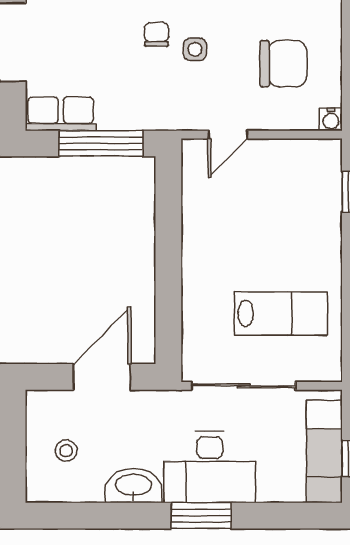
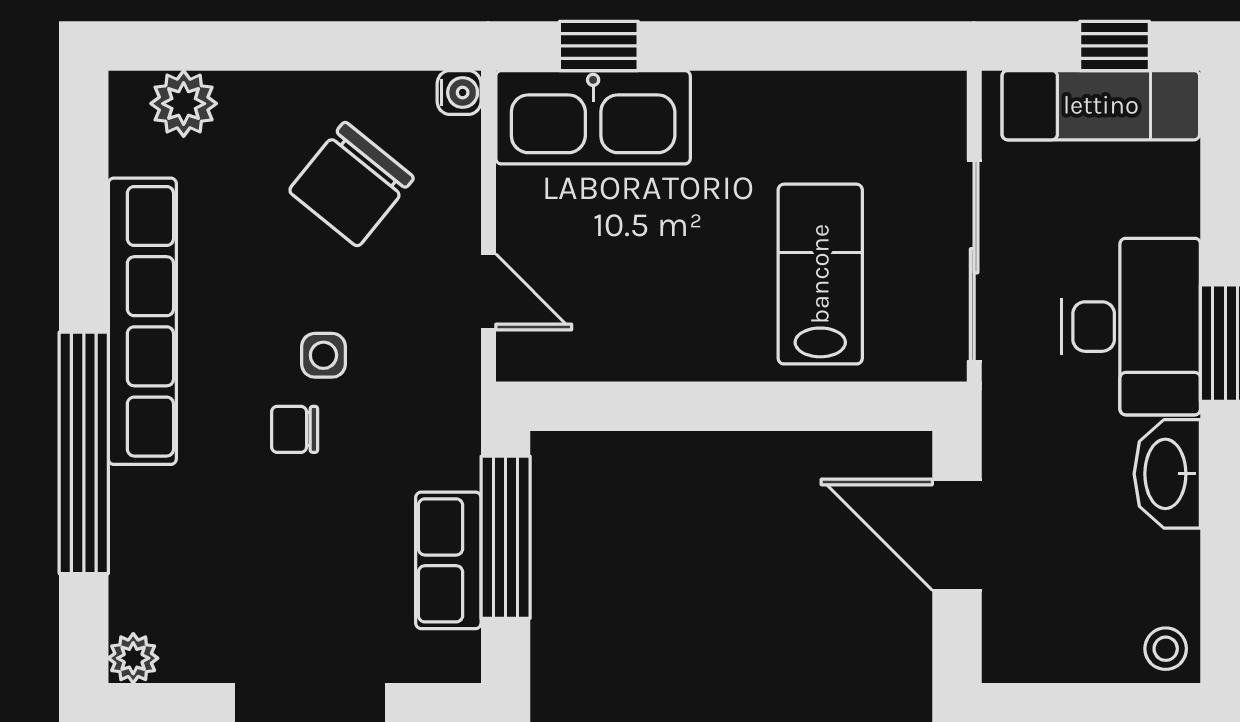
chair: (283, 64) -> (351, 184), turned -141
row of seats: (61, 114) -> (448, 560), moved
kitchen sink: (318, 189) -> (593, 117), added
lab bench: (281, 314) -> (820, 274), moved
stool: (66, 451) -> (1166, 649), moved

